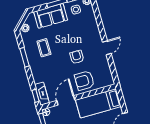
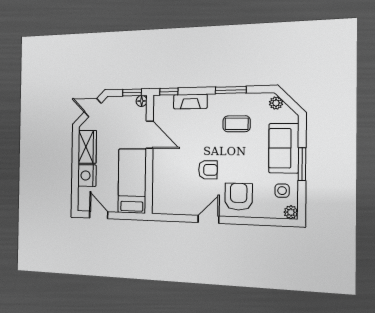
door: (107, 48) -> (209, 219), swing flipped
armchair: (84, 81) -> (239, 197), moved
fireplace: (42, 94) -> (190, 102), moved

